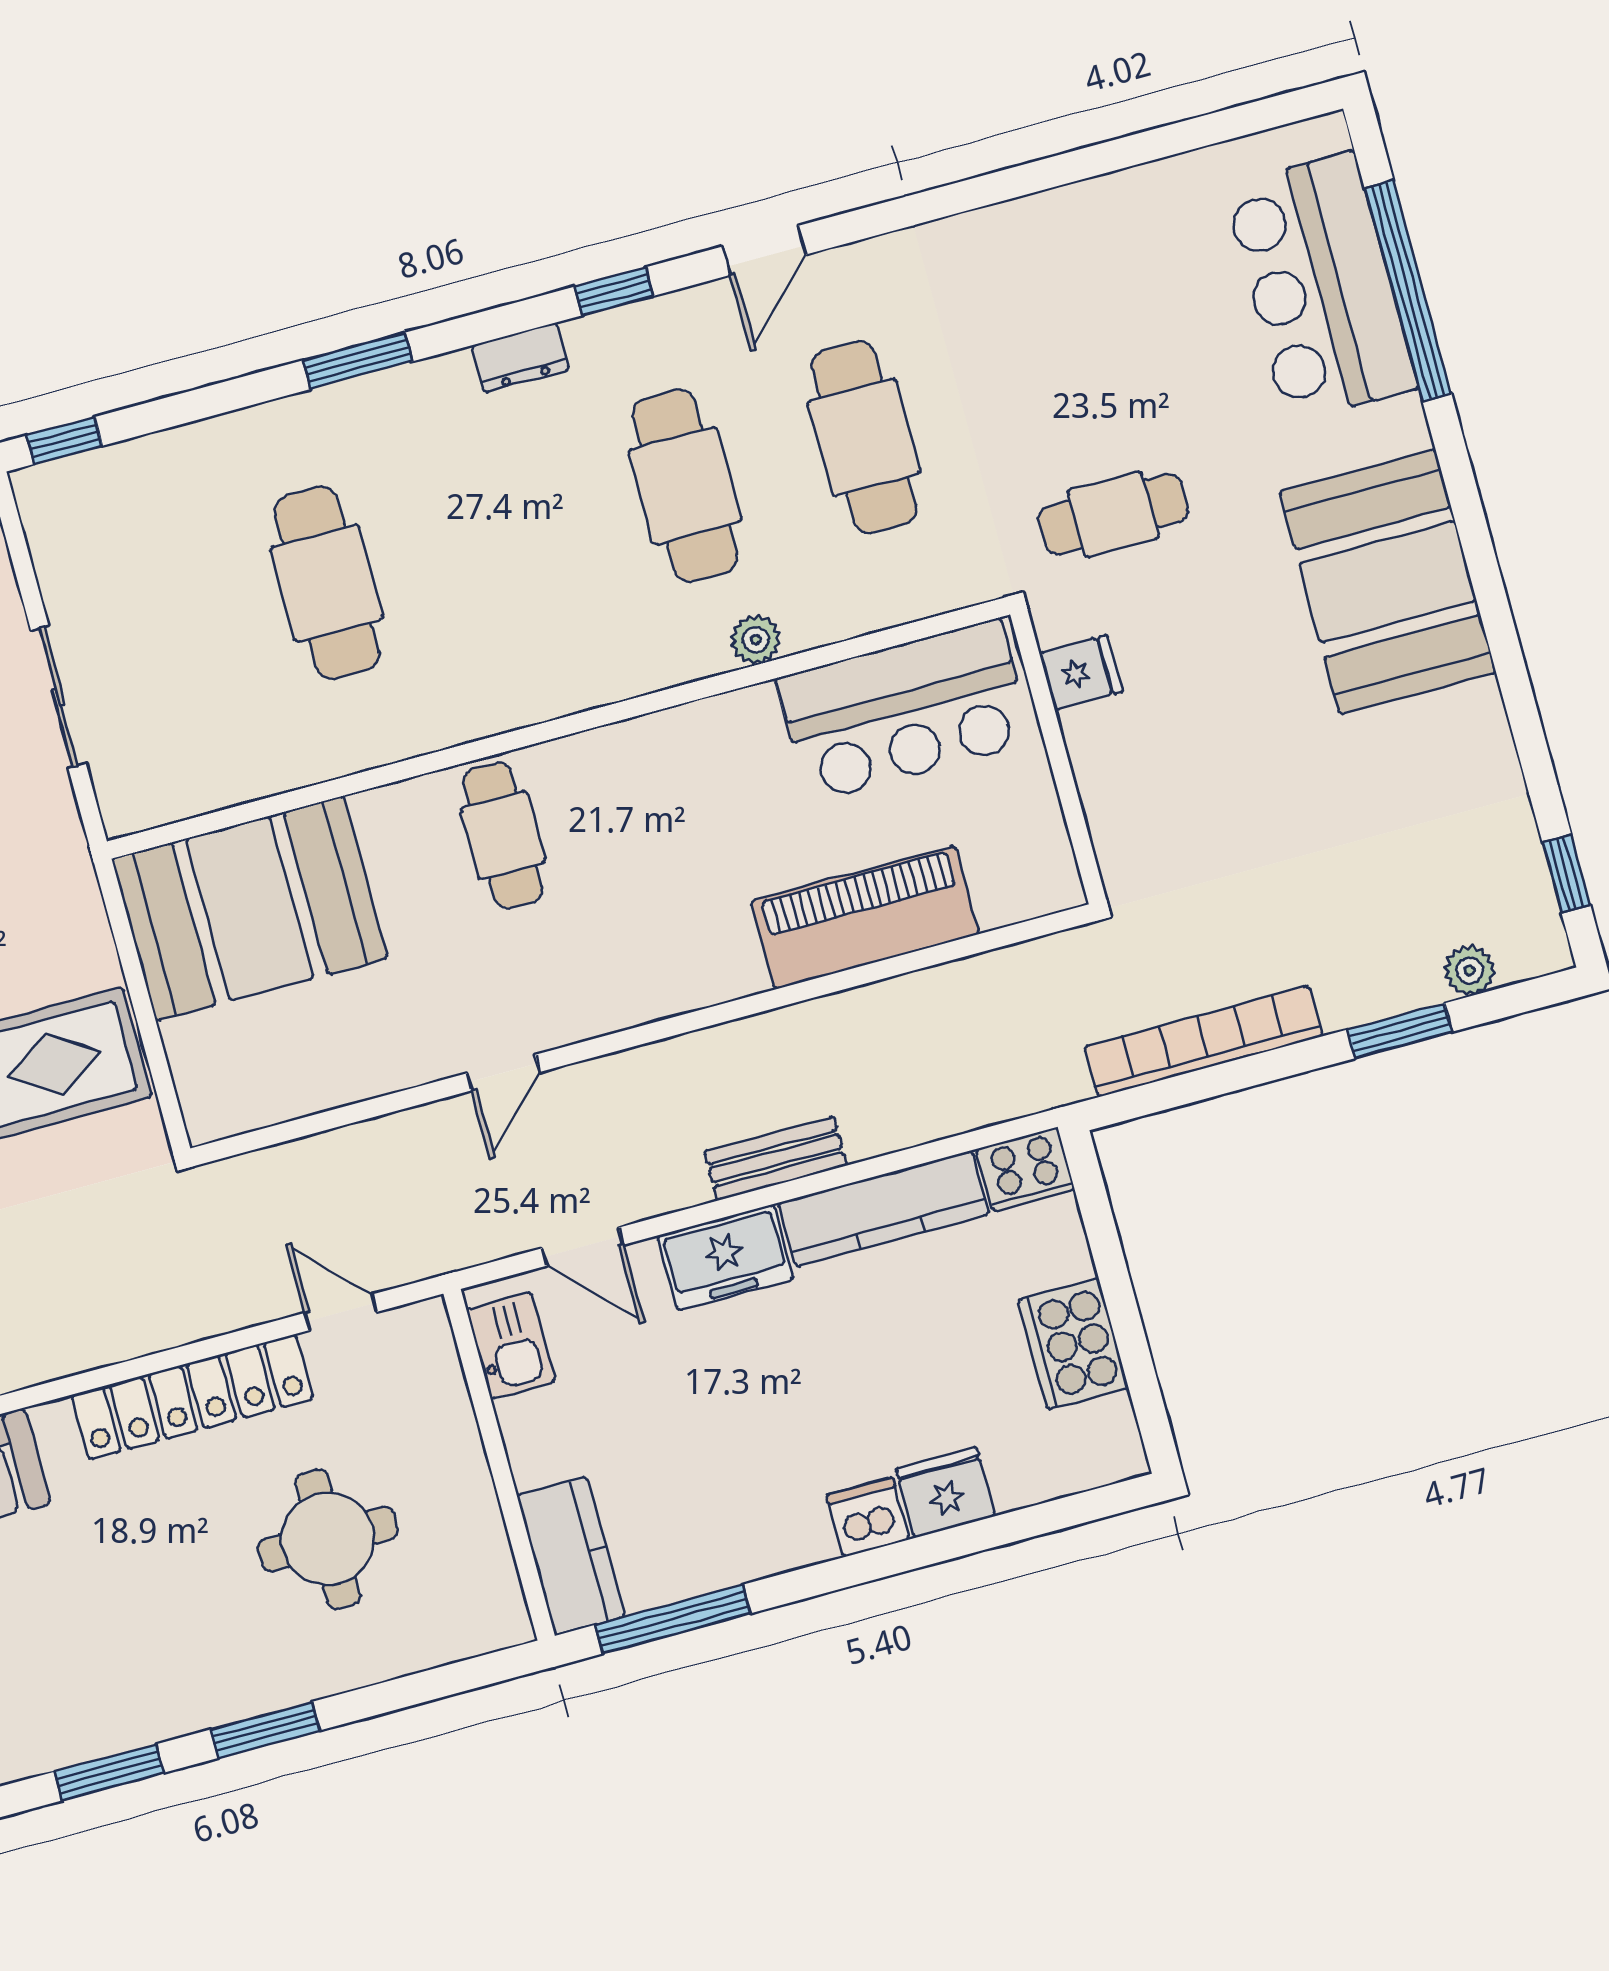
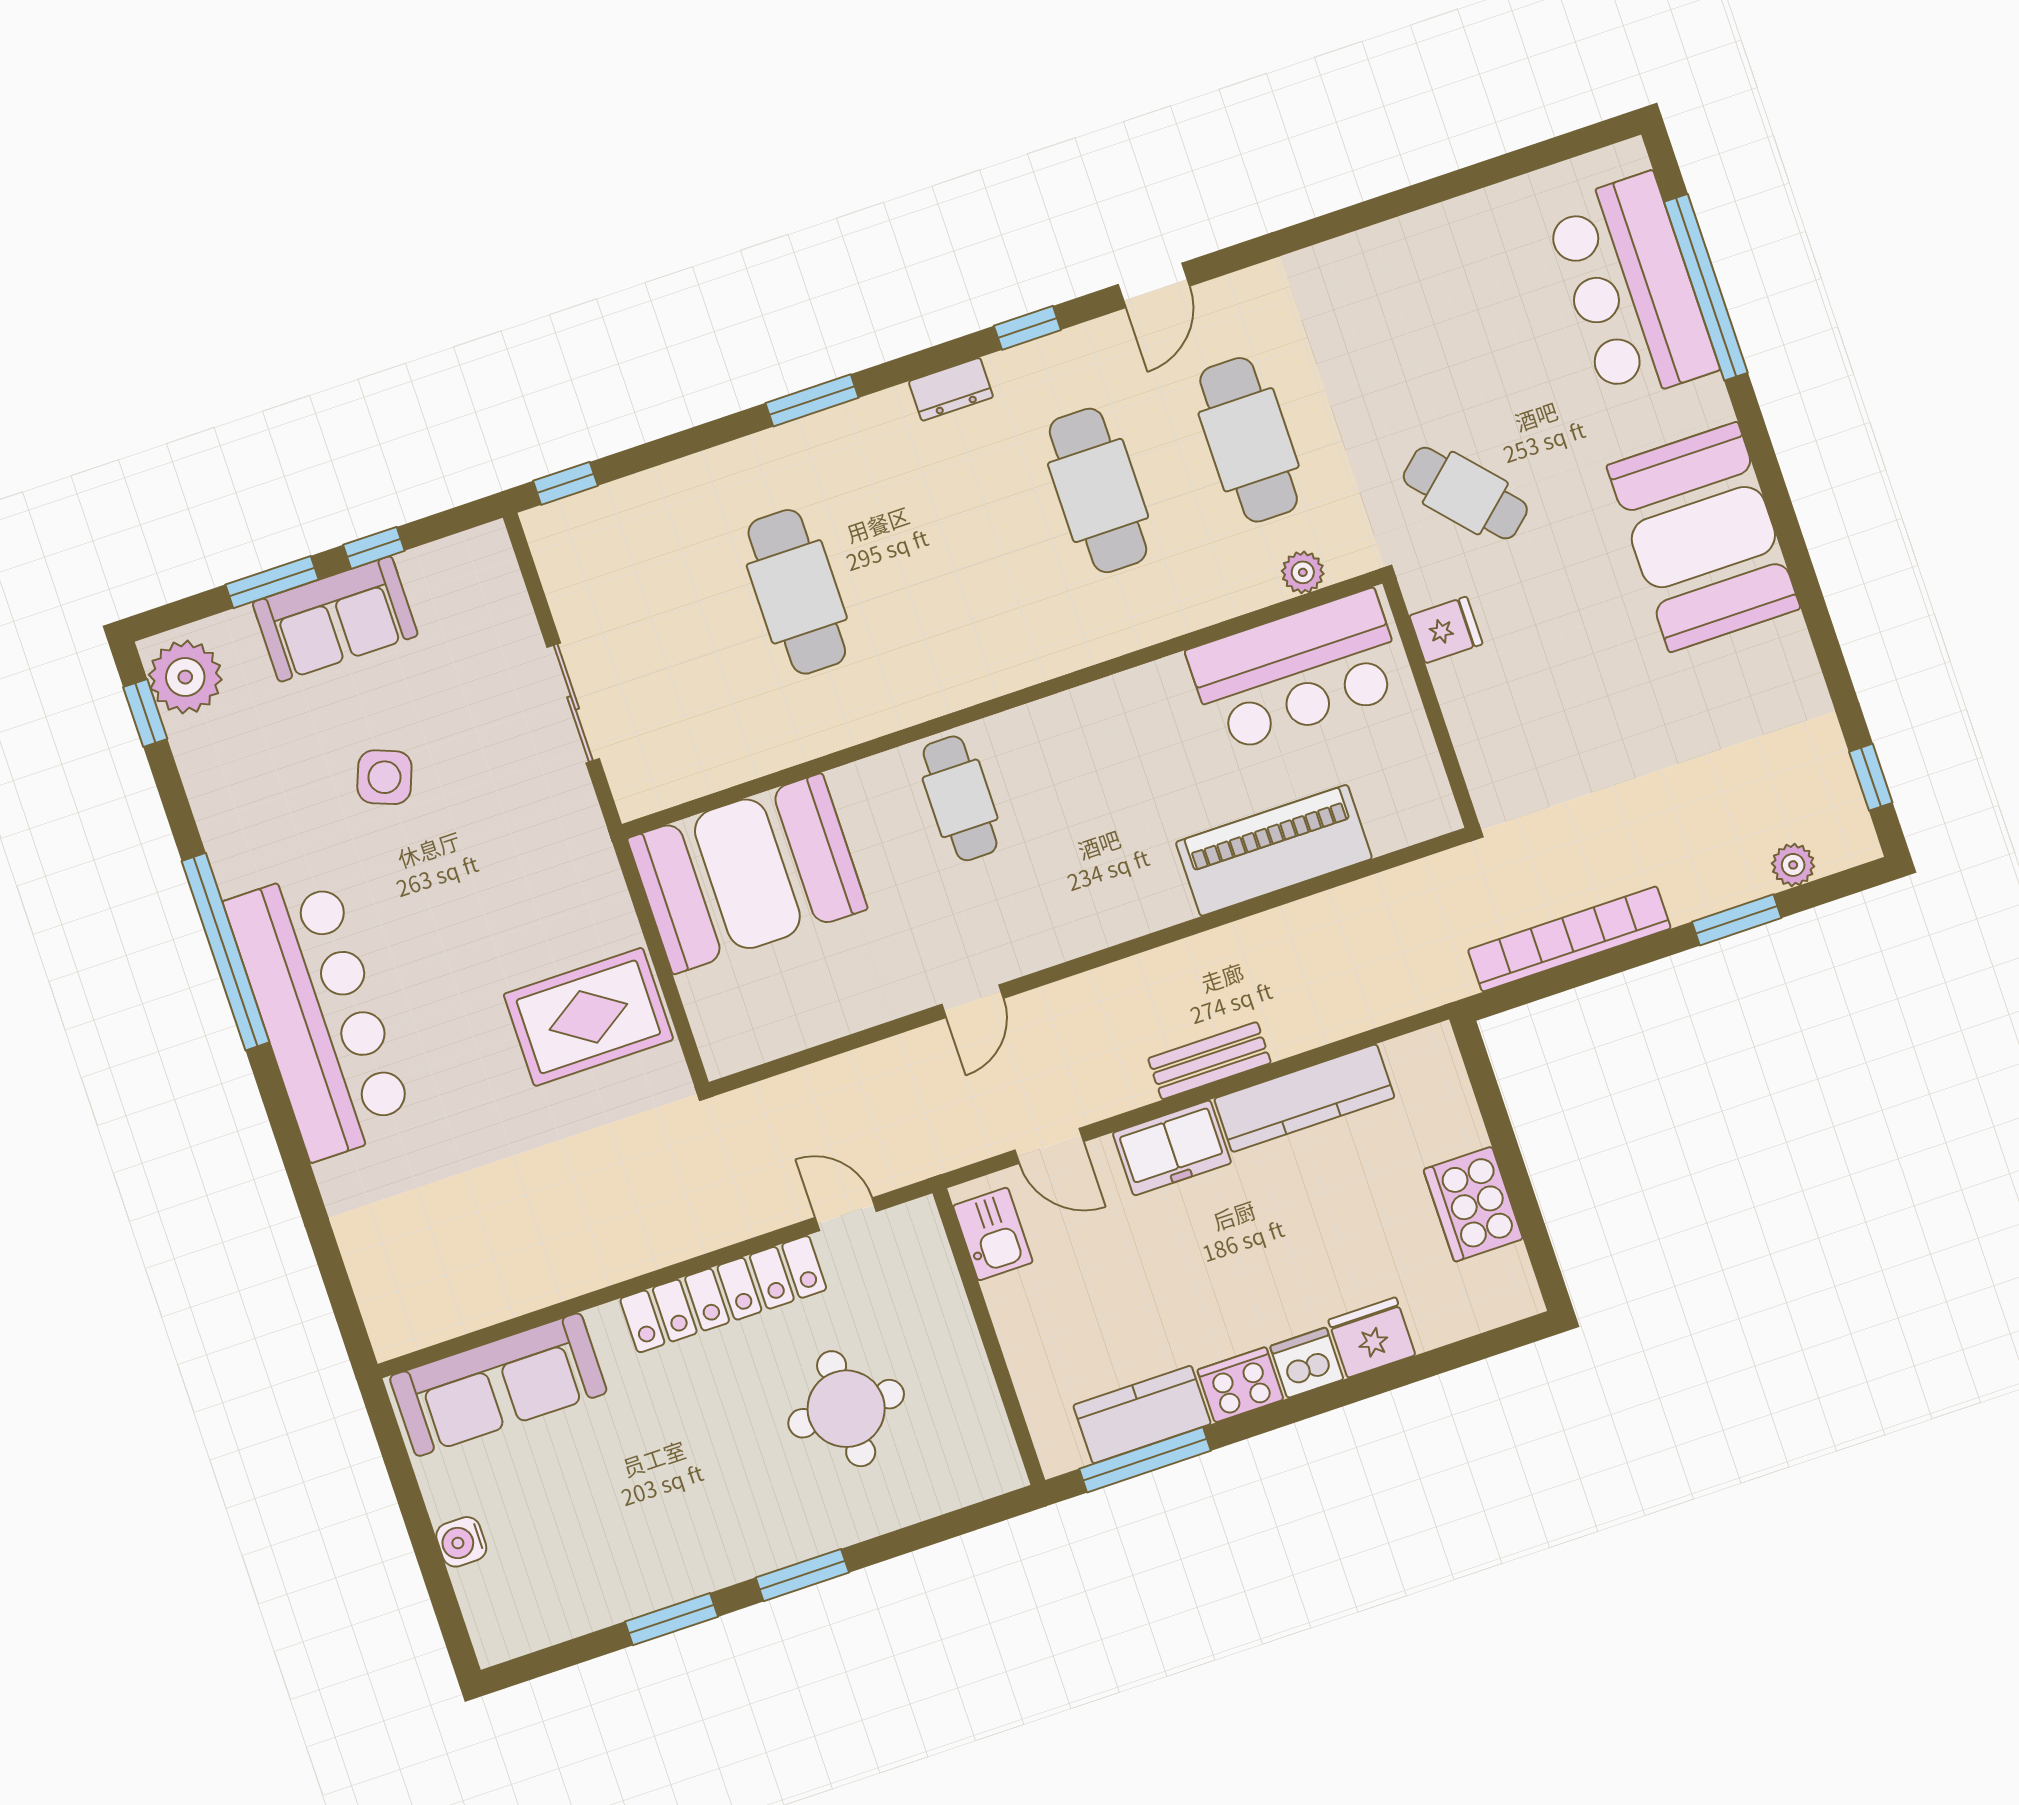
cafe table: (1113, 514) -> (1465, 493), turned 48
plant: (756, 640) -> (1303, 572), moved
cooker: (1025, 1169) -> (1240, 1385), moved, turned 180
kitchen counter: (571, 1556) -> (1142, 1415), moved, turned -90

